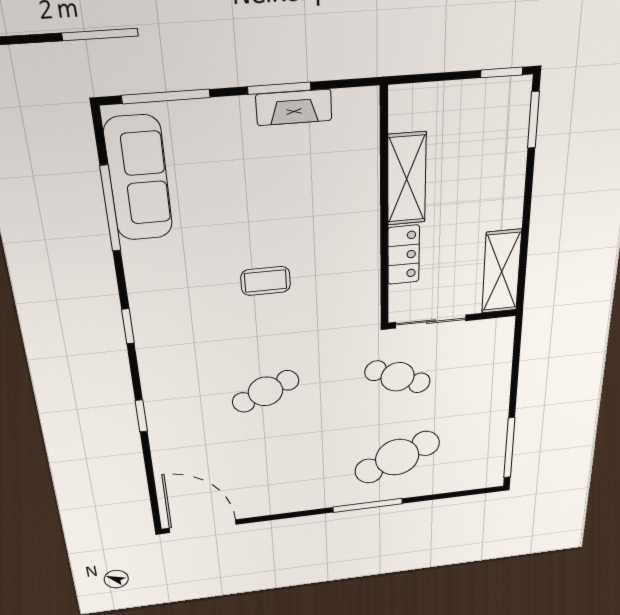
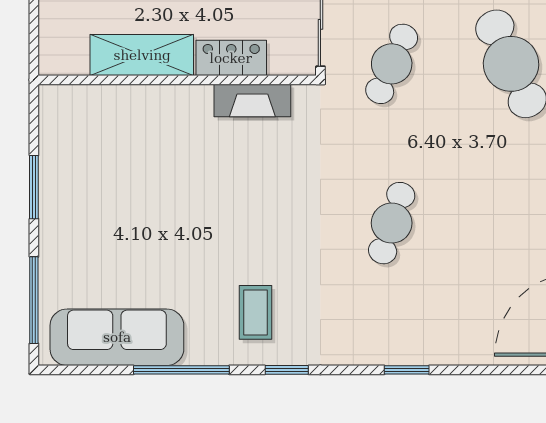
fireplace: (294, 107) -> (252, 100), moved, turned 90
window: (110, 209) -> (181, 370), moved
coffee table: (266, 281) -> (255, 312), moved
cafe table: (266, 391) -> (392, 223), turned 42

